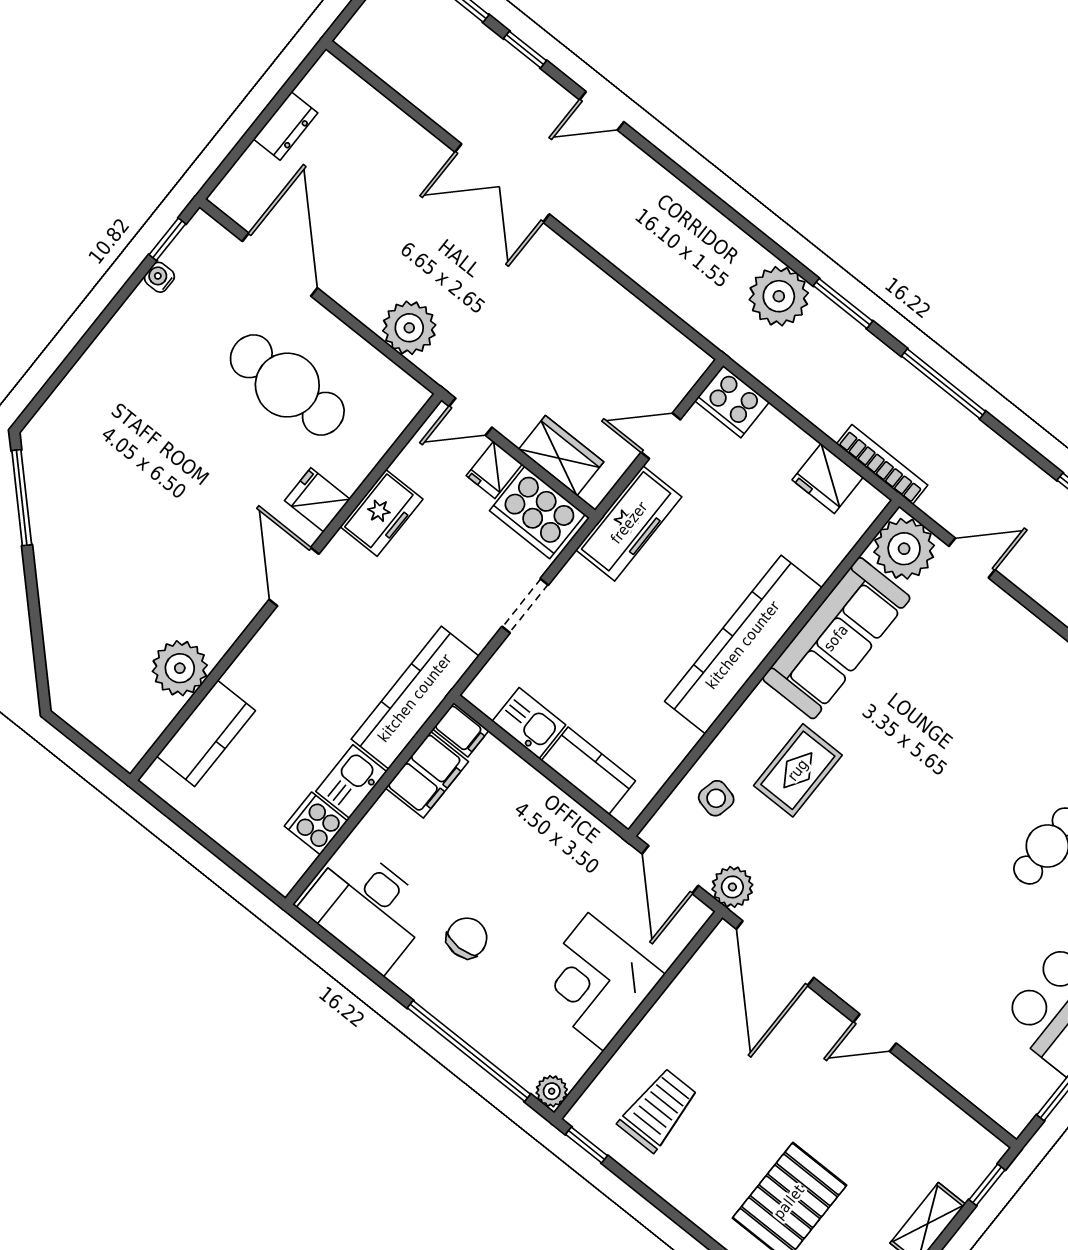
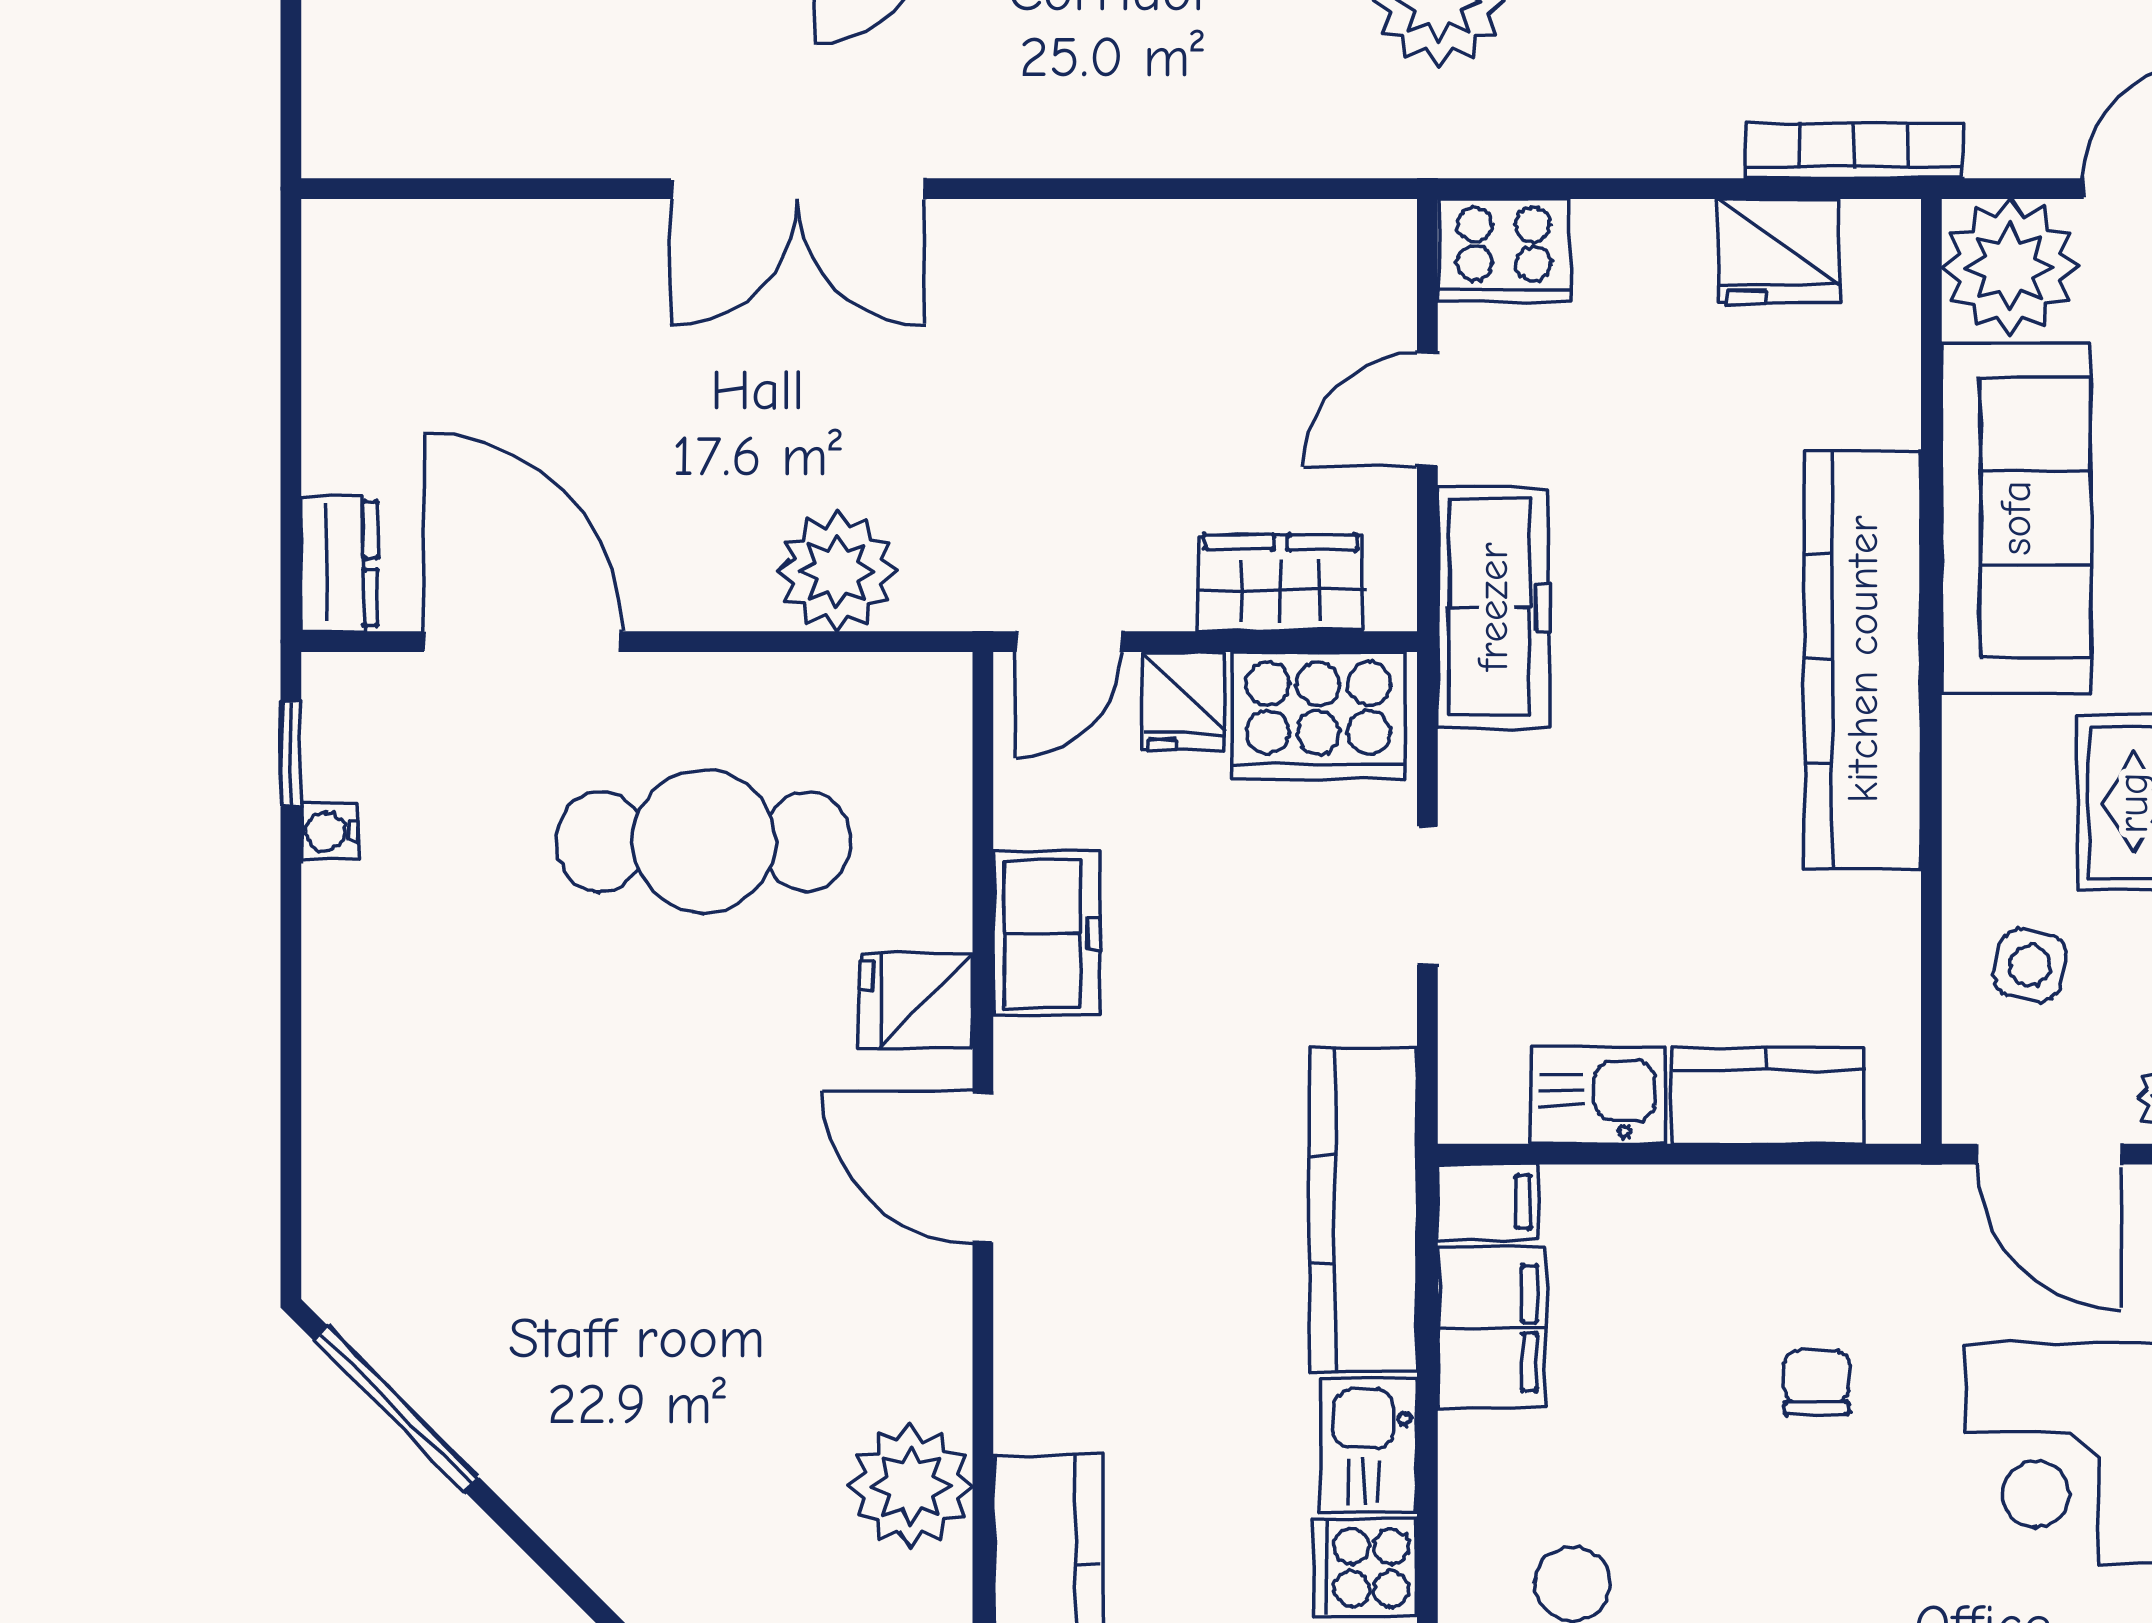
dresser: (286, 126) -> (339, 563), moved
chair: (467, 938) -> (1816, 1382), moved, width x0.73, depth x0.73

